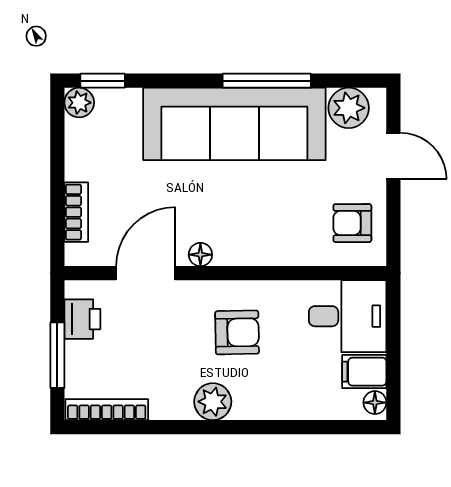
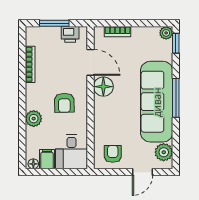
window: (267, 81) -> (176, 98), moved
floor lamp: (200, 255) -> (103, 87), width x1.89, depth x1.89
plant: (213, 402) -> (34, 119), moved
bookcase: (107, 410) -> (30, 64), moved

